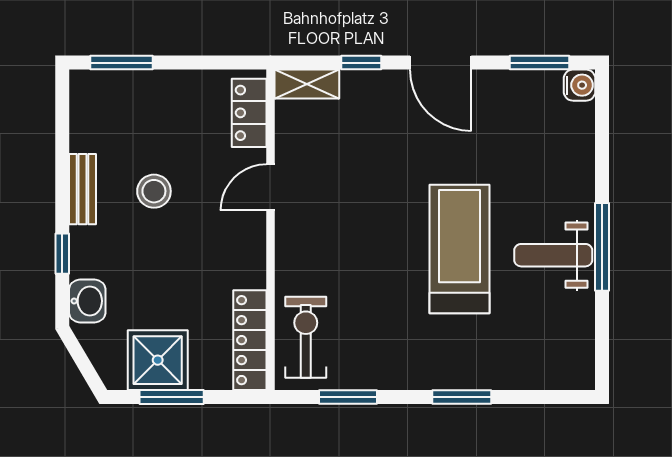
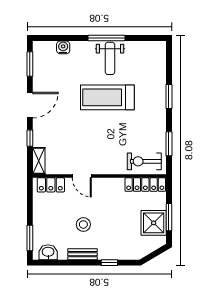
water cooler: (580, 85) -> (63, 47), moved
washbasin: (87, 301) -> (48, 252), moved

